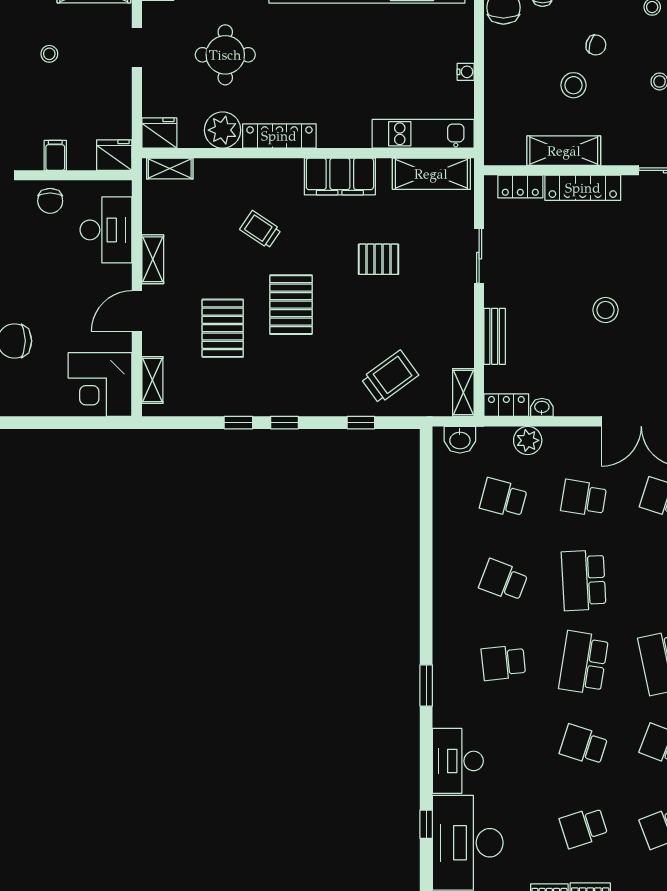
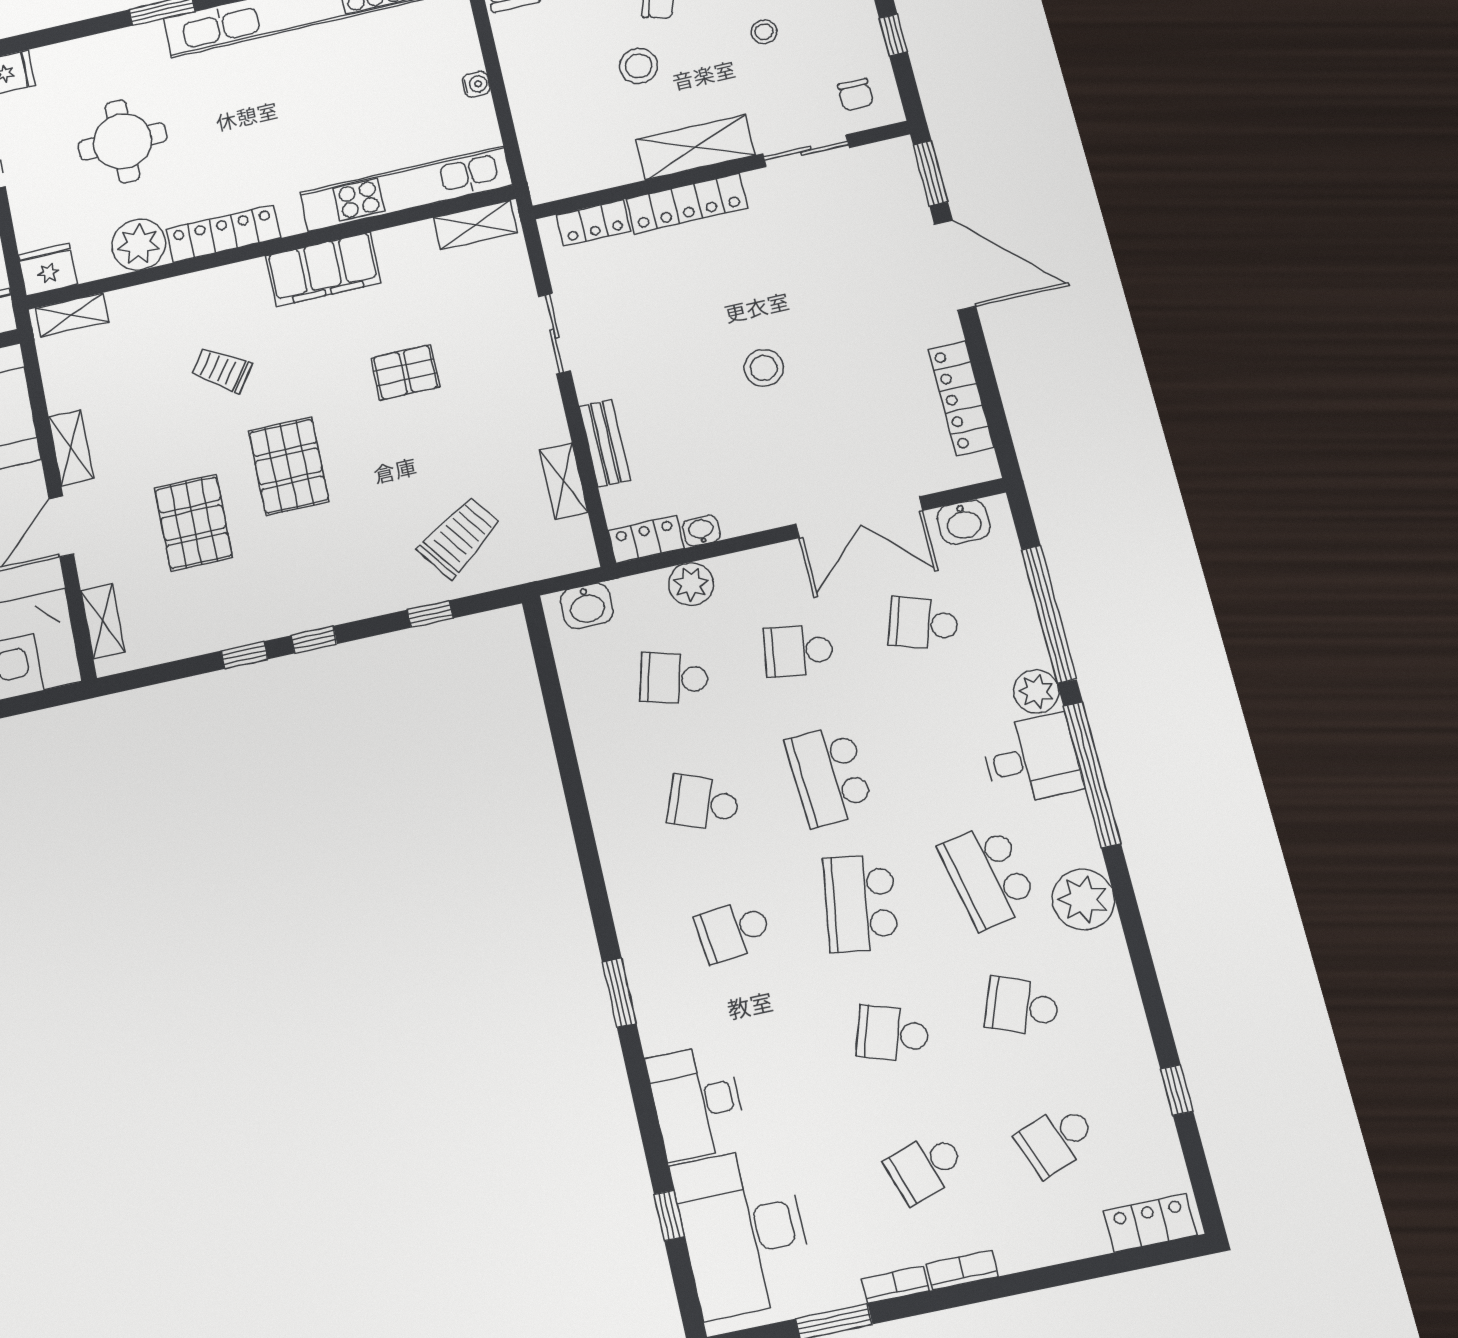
kitchen unit: (423, 134) -> (406, 189), width x1.36
shelving: (564, 151) -> (695, 147), moved
shelving: (431, 174) -> (475, 225), width x0.67, depth x0.75
shelving: (463, 393) -> (564, 481), moved

